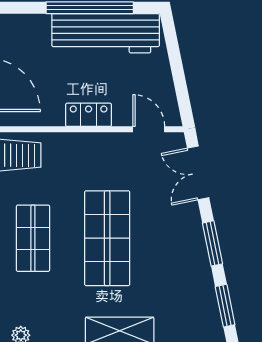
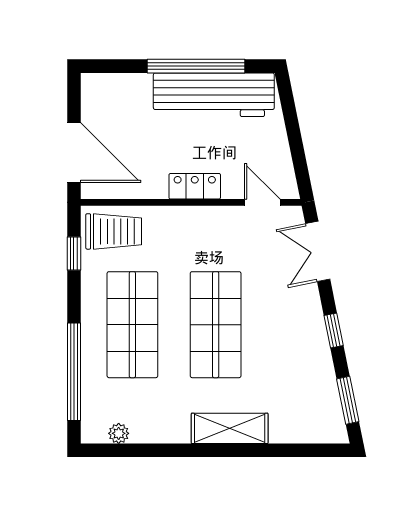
shop shelf: (33, 238) -> (132, 325), width x1.43, depth x1.36
window: (212, 243) -> (334, 330), width x0.67

